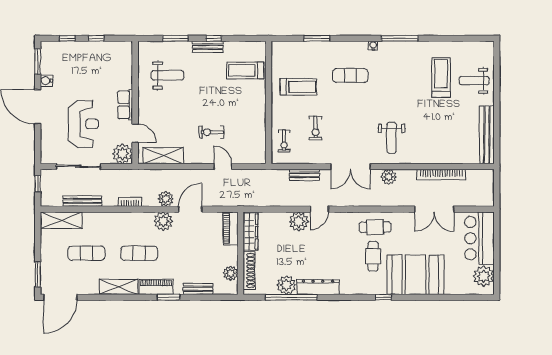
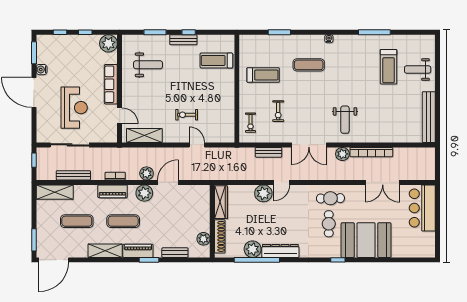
window: (400, 38) -> (374, 32), moved
treadmill: (441, 78) -> (389, 67), turned 180
row of seats: (125, 105) -> (111, 84), width x1.48
plant: (122, 154) -> (108, 43), moved
bookcase: (441, 175) -> (371, 152), moved
piano: (230, 228) -> (113, 191), moved, turned -90
plant: (484, 276) -> (426, 241), removed

